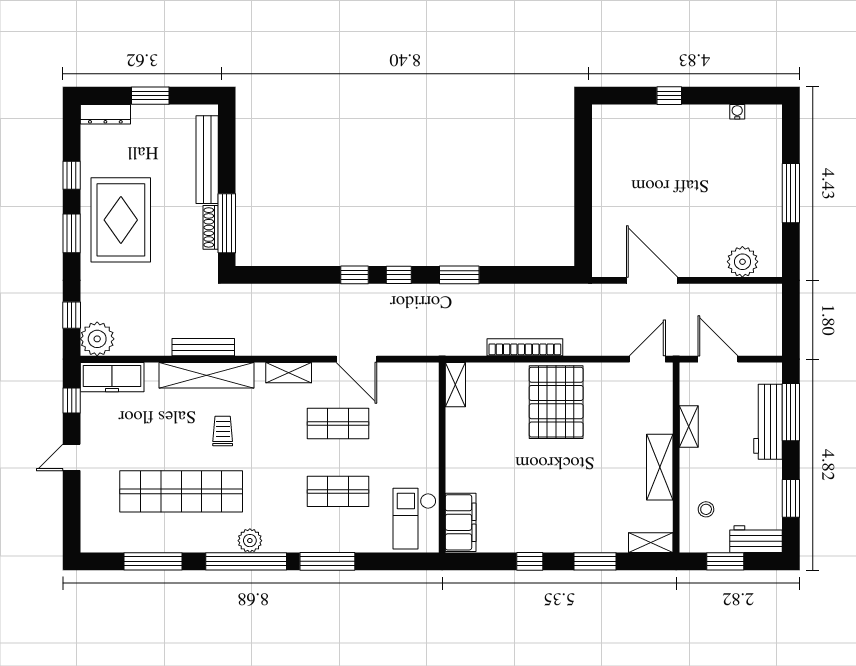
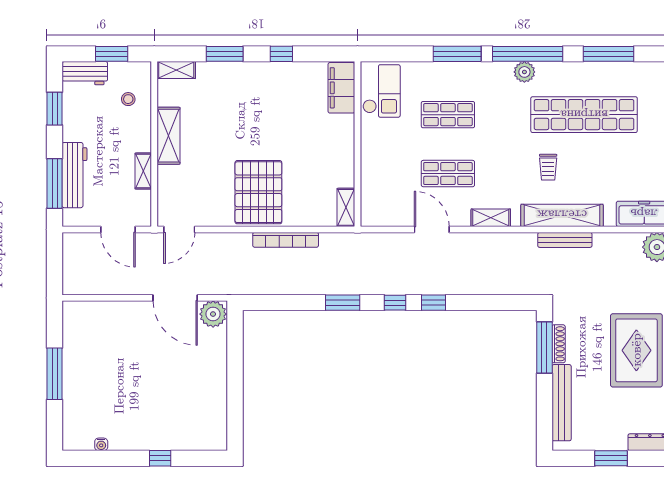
plant: (742, 262) -> (213, 314), moved

